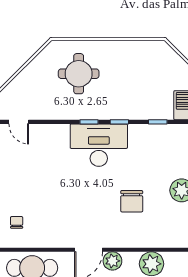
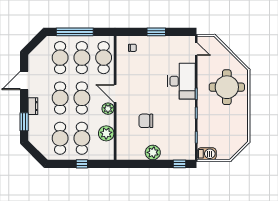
round table: (79, 74) -> (227, 87), width x1.36, depth x1.36
door: (19, 122) -> (196, 49), swing flipped
desk: (99, 145) -> (181, 81), moved

